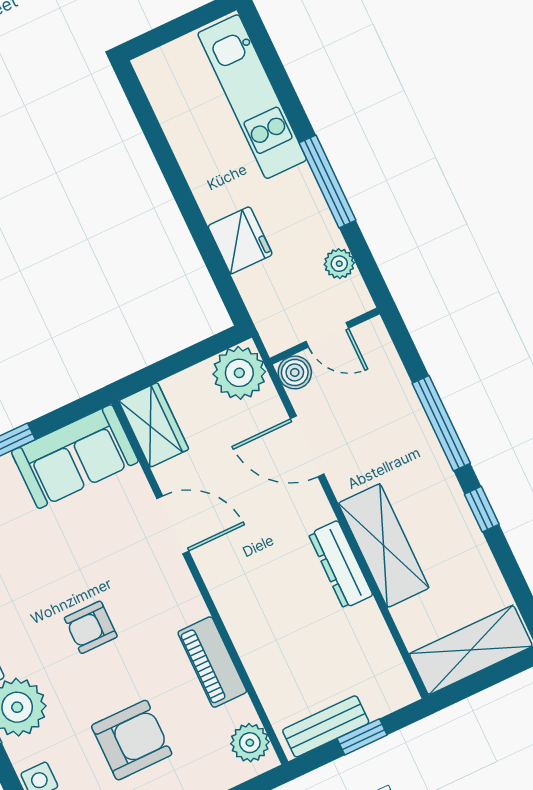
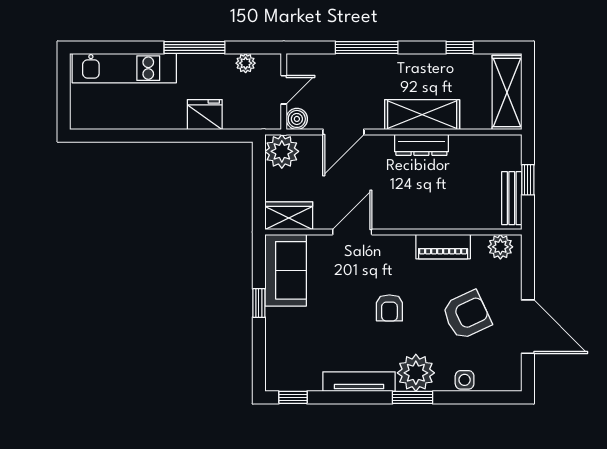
window: (482, 509) -> (460, 47), moved
armchair: (132, 740) -> (466, 315), turned 65

